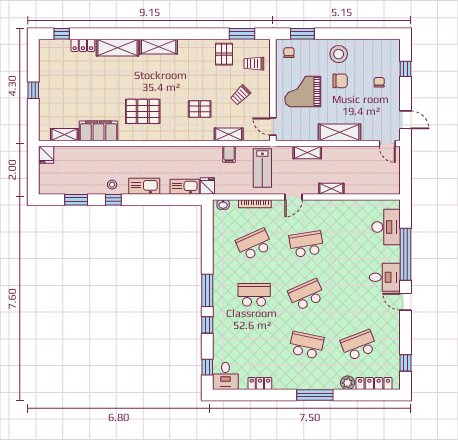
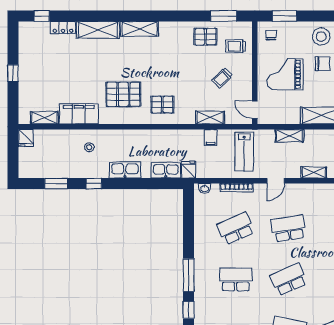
pallet: (224, 54) -> (205, 37), turned 90
pallet: (200, 109) -> (162, 105), moved
stool: (112, 185) -> (89, 147), moved

